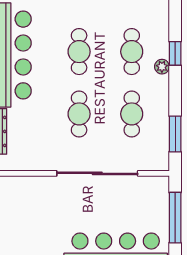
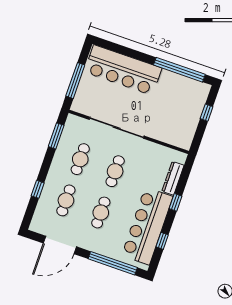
plant: (162, 67) -> (49, 184), removed

